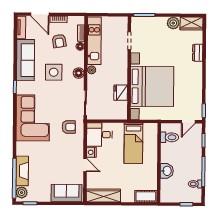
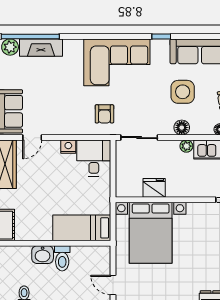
bed with nightstands: (152, 86) -> (151, 233), width x0.73
toilet: (170, 137) -> (62, 258), moved
bed: (133, 143) -> (82, 228), moved
door: (85, 165) -> (32, 138), moved

